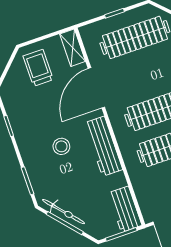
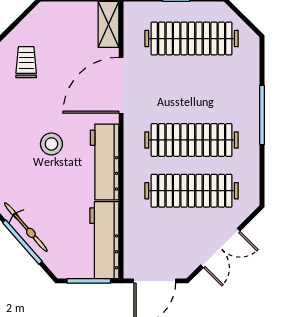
trolley: (38, 68) -> (26, 62), moved, width x0.73, depth x0.72
workbench: (125, 209) -> (104, 240), width x1.37

